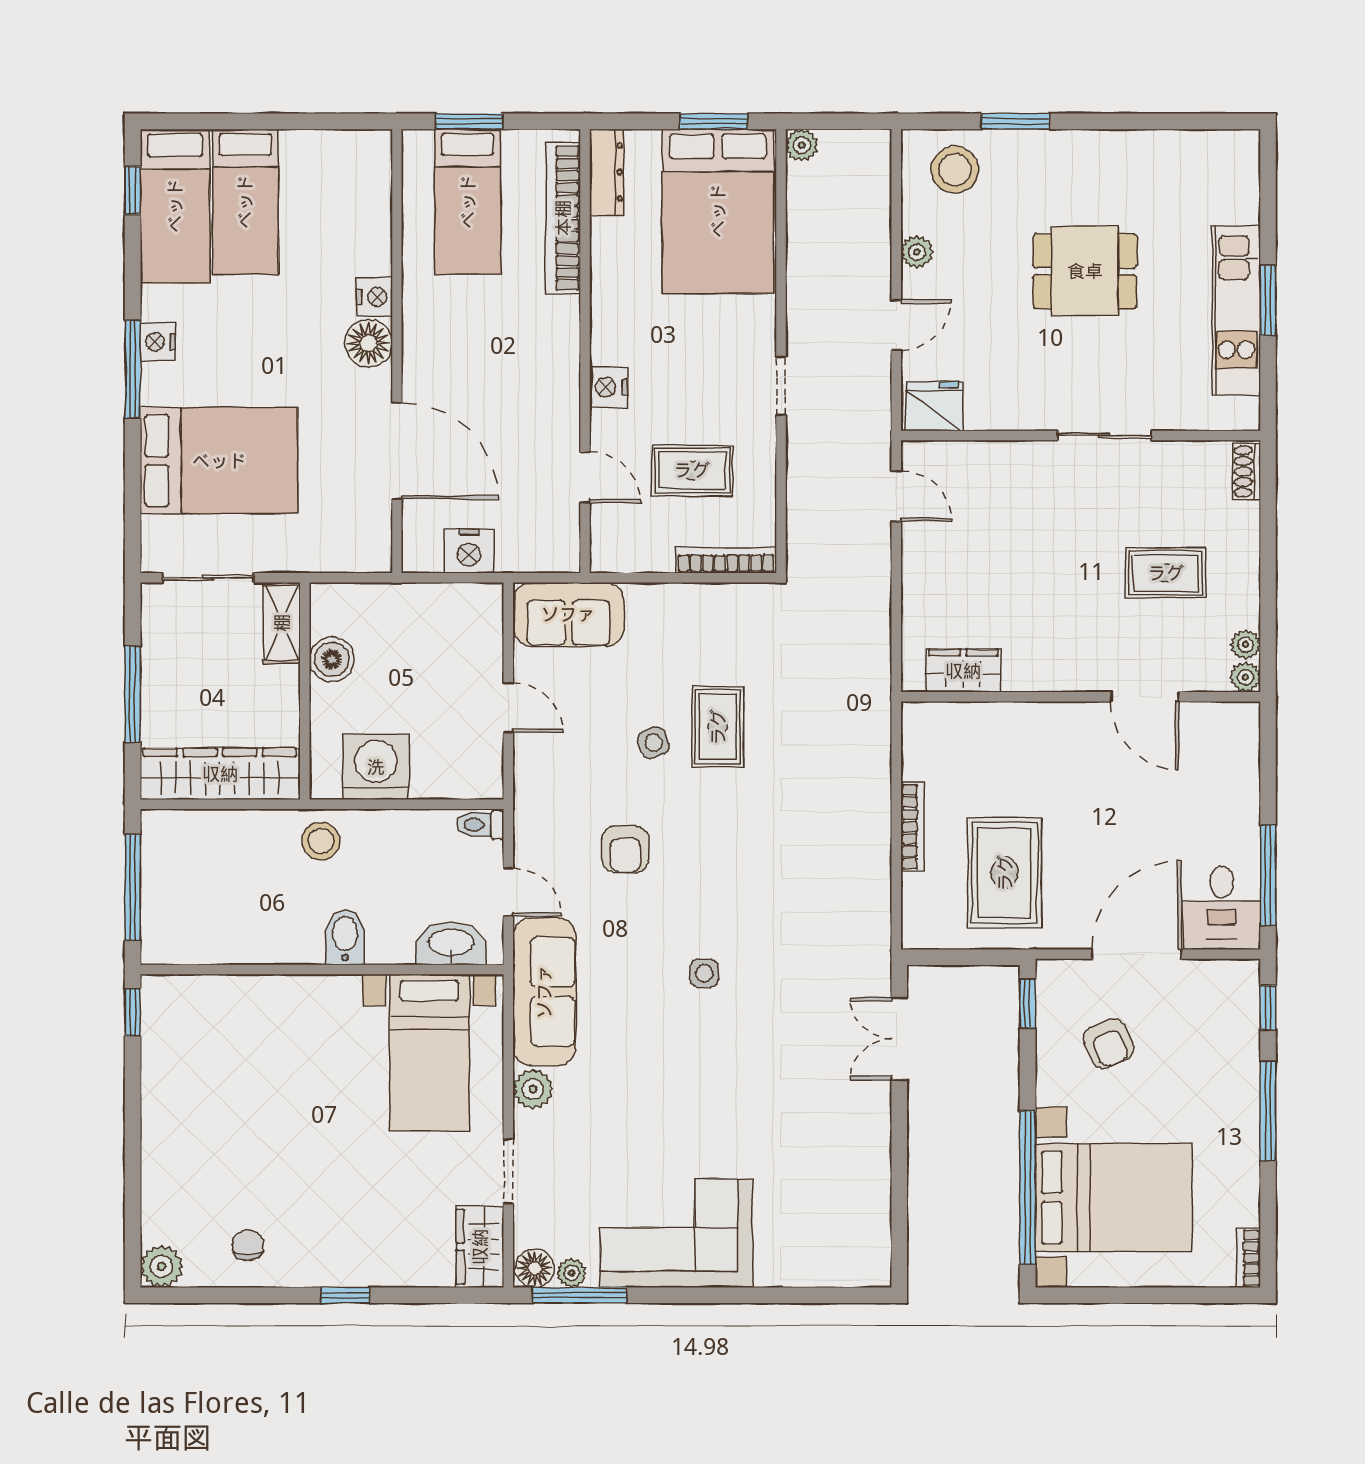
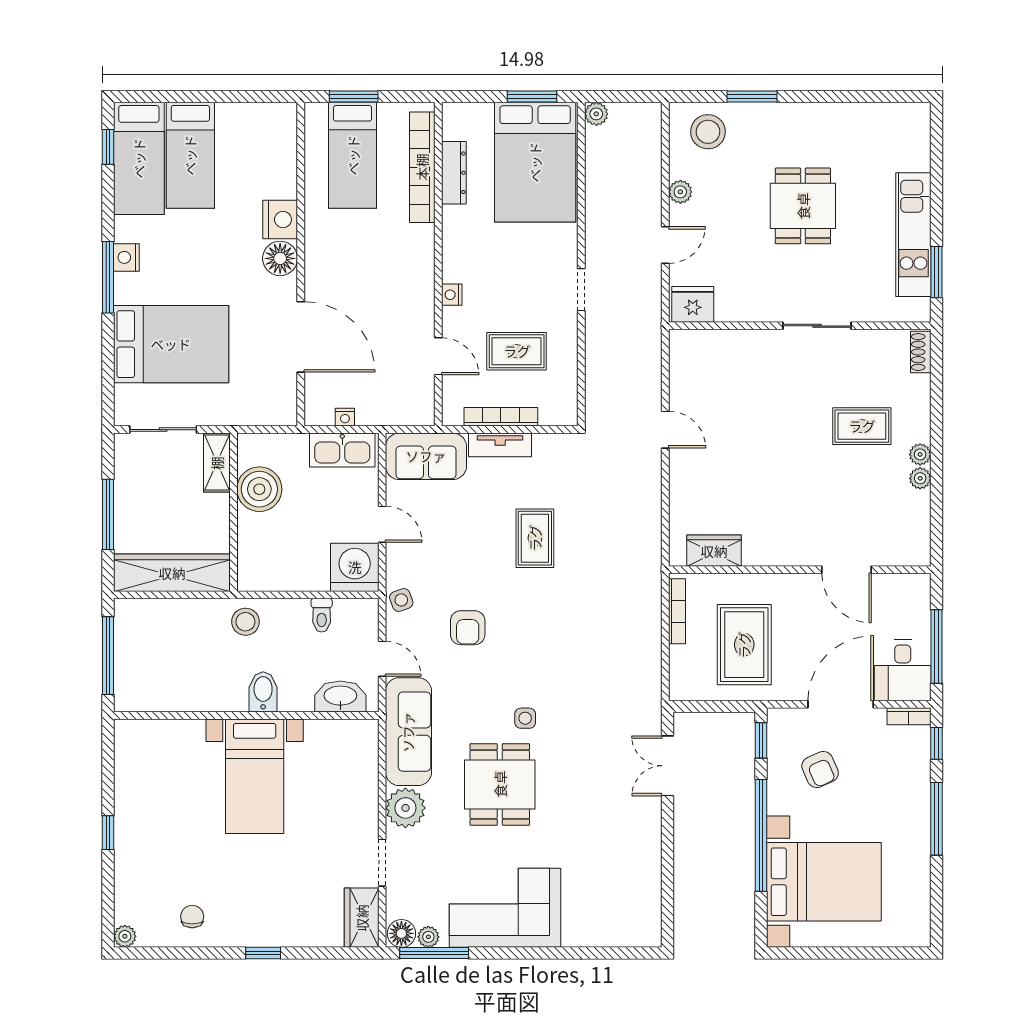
dresser: (607, 172) -> (454, 173), moved
dining table: (1085, 271) -> (803, 206), turned 90
nightstand: (374, 297) -> (280, 220), width x1.36, depth x1.33
window: (1268, 301) -> (937, 272), moved
nightstand: (609, 387) -> (452, 295), width x0.72, depth x0.74
door: (896, 496) -> (665, 430), moved
nightstand: (469, 551) -> (345, 417), width x0.53, depth x0.56
bookcase: (726, 560) -> (501, 417), moved
tv unit: (670, 599) -> (500, 445), added
kitchen sink: (454, 606) -> (342, 450), added
boiler: (332, 659) -> (259, 489), width x1.37, depth x1.37
wardrobe: (963, 671) -> (714, 551), moved
plant: (1246, 677) -> (920, 454), moved
wall: (1081, 697) -> (800, 570), moved
door: (1145, 697) -> (847, 570), moved
side table: (653, 743) -> (401, 600), moved
washing machine: (376, 767) -> (355, 567), moved
toilet: (480, 825) -> (322, 615), moved, turned -90
window: (133, 1013) -> (108, 833), moved
bed with nightstands: (429, 1053) -> (255, 776), moved
dining table: (669, 1064) -> (500, 784), added
plant: (533, 1089) -> (405, 808), width x1.36, depth x1.36
window: (1028, 1188) -> (761, 835), moved
bookcase: (1249, 1258) -> (909, 716), moved, turned -90
plant: (161, 1266) -> (125, 936), width x0.73, depth x0.73

